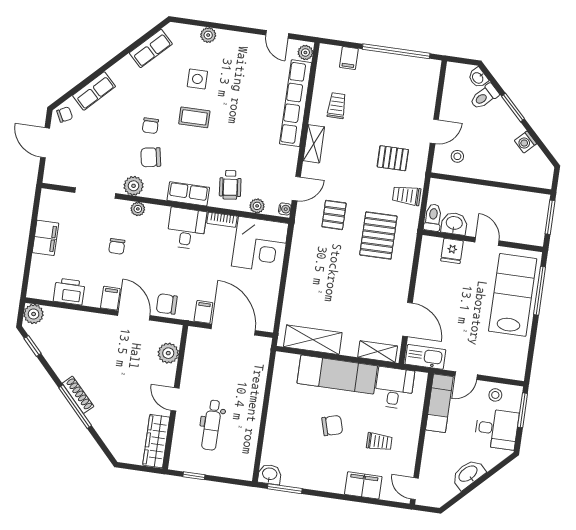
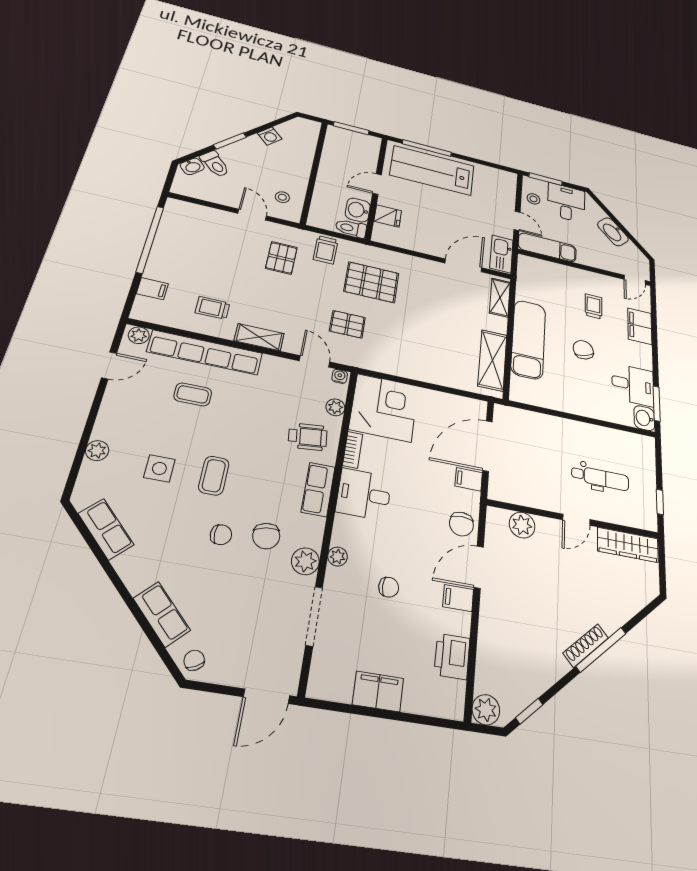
coffee table: (258, 97) -> (193, 394), added
door: (45, 143) -> (266, 696), moved
desk: (394, 388) -> (633, 385), moved, turned 180

